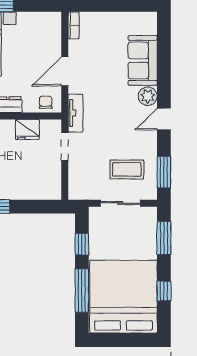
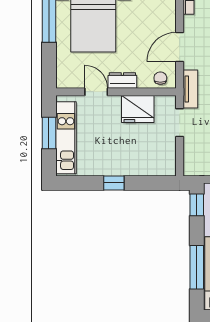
fridge: (27, 130) -> (138, 109), width x1.36, depth x1.34
window: (82, 244) -> (197, 205), moved

